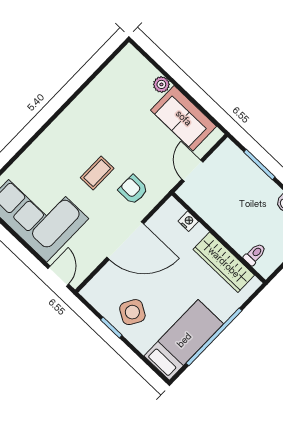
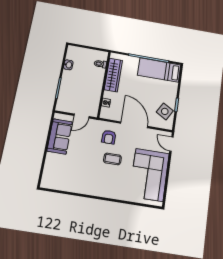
plant: (161, 84) -> (50, 158), removed
door: (58, 276) -> (171, 144), hinge flipped
side table: (132, 312) -> (165, 111), moved

